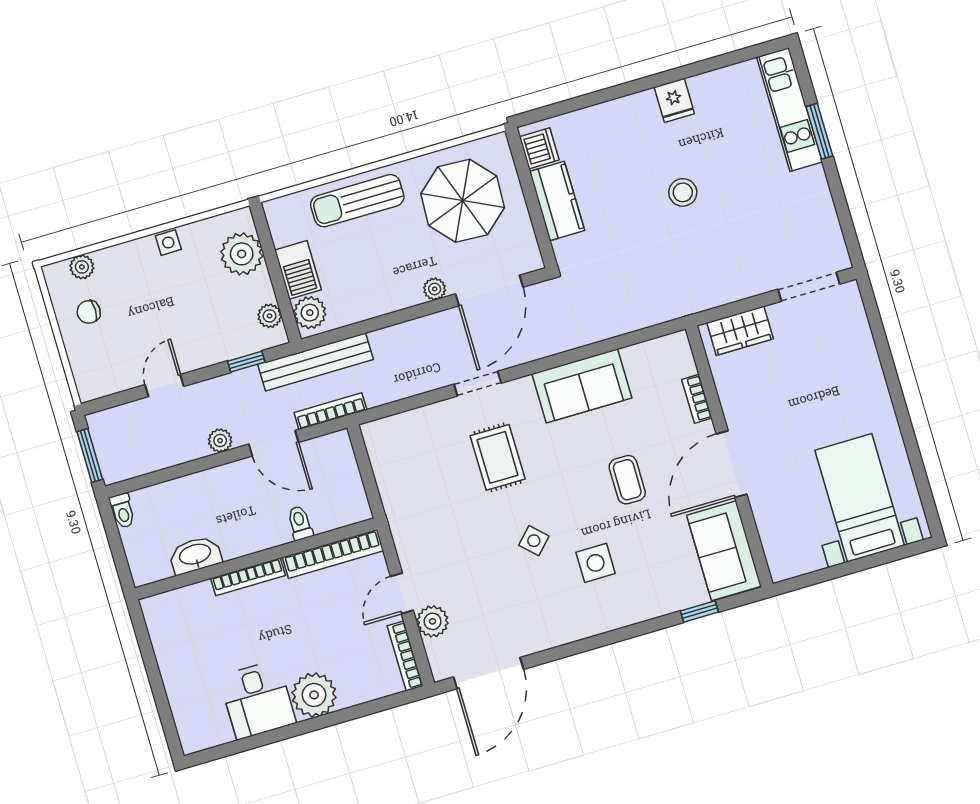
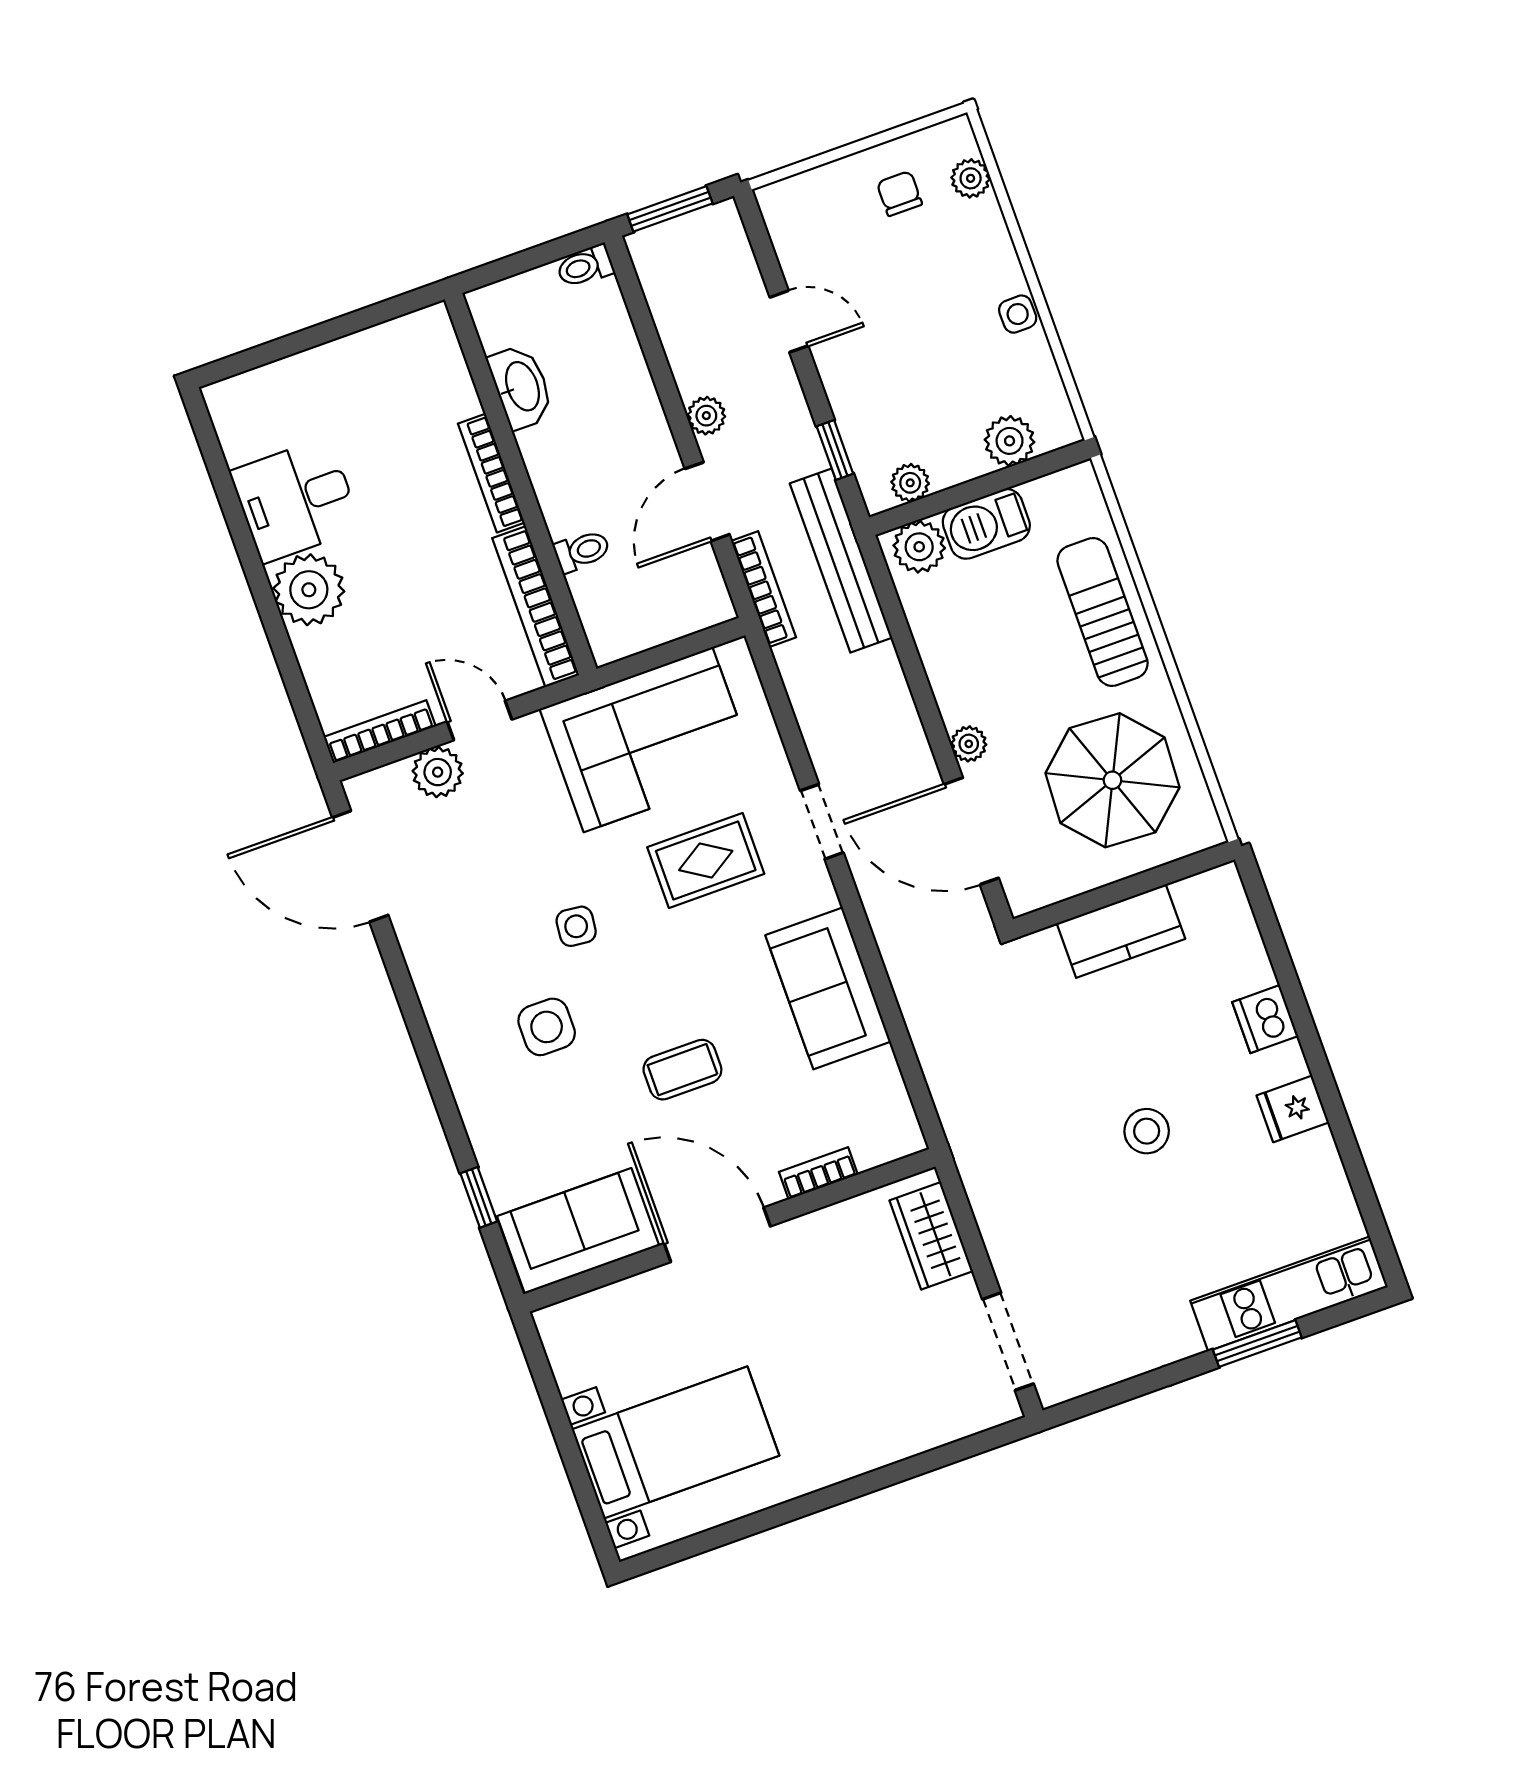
dishwasher: (539, 148) -> (1265, 1019), moved, turned 90
plant: (242, 254) -> (1010, 441), width x0.73, depth x0.73
corner sofa: (420, 489) -> (648, 740), added
side table: (534, 541) -> (576, 926), turned -38

